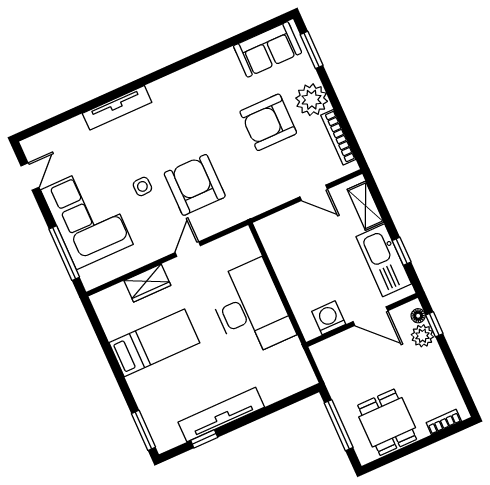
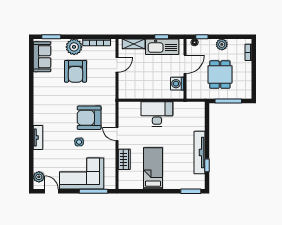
tv unit: (117, 108) -> (38, 137), width x0.71
plant: (46, 142) -> (39, 177), added
desk: (250, 308) -> (157, 114), width x0.73, depth x0.77
plant: (422, 336) -> (222, 44), moved
dining table: (387, 422) -> (220, 75), moved, turned 90

